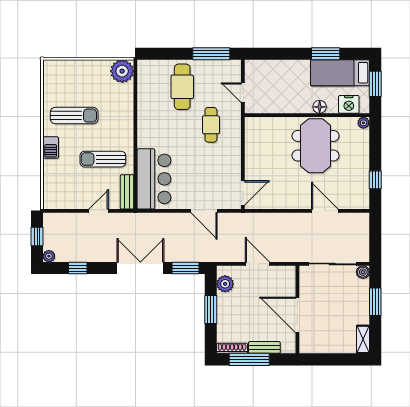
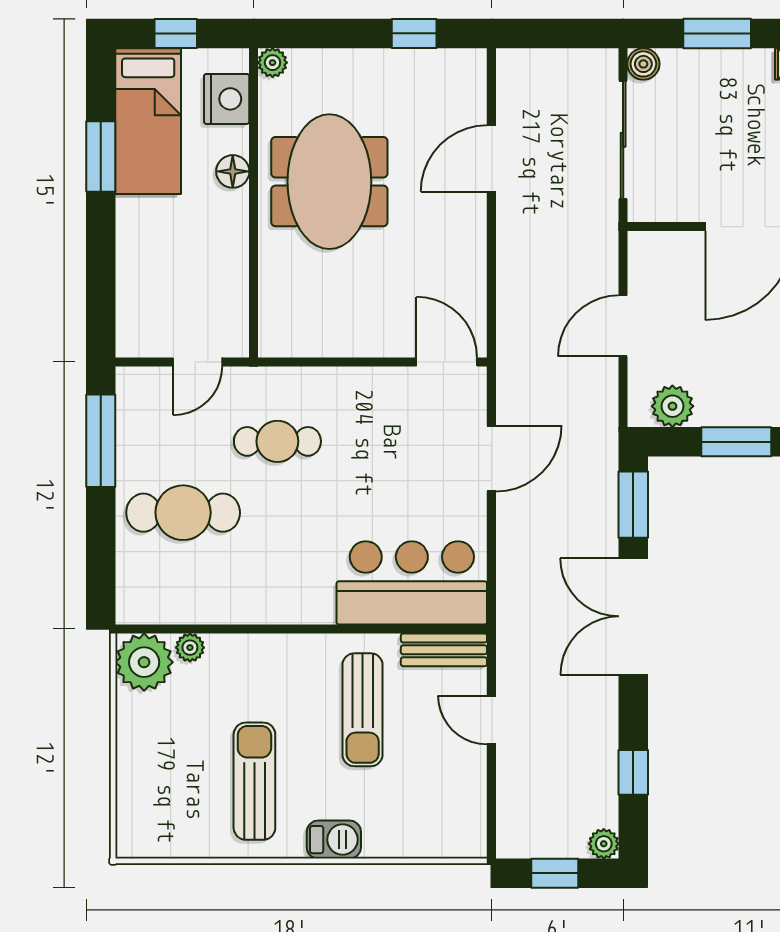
window: (375, 84) -> (176, 33), width x0.67
plant: (128, 90) -> (190, 648), added
meeting table: (316, 146) -> (329, 182), turned 90

